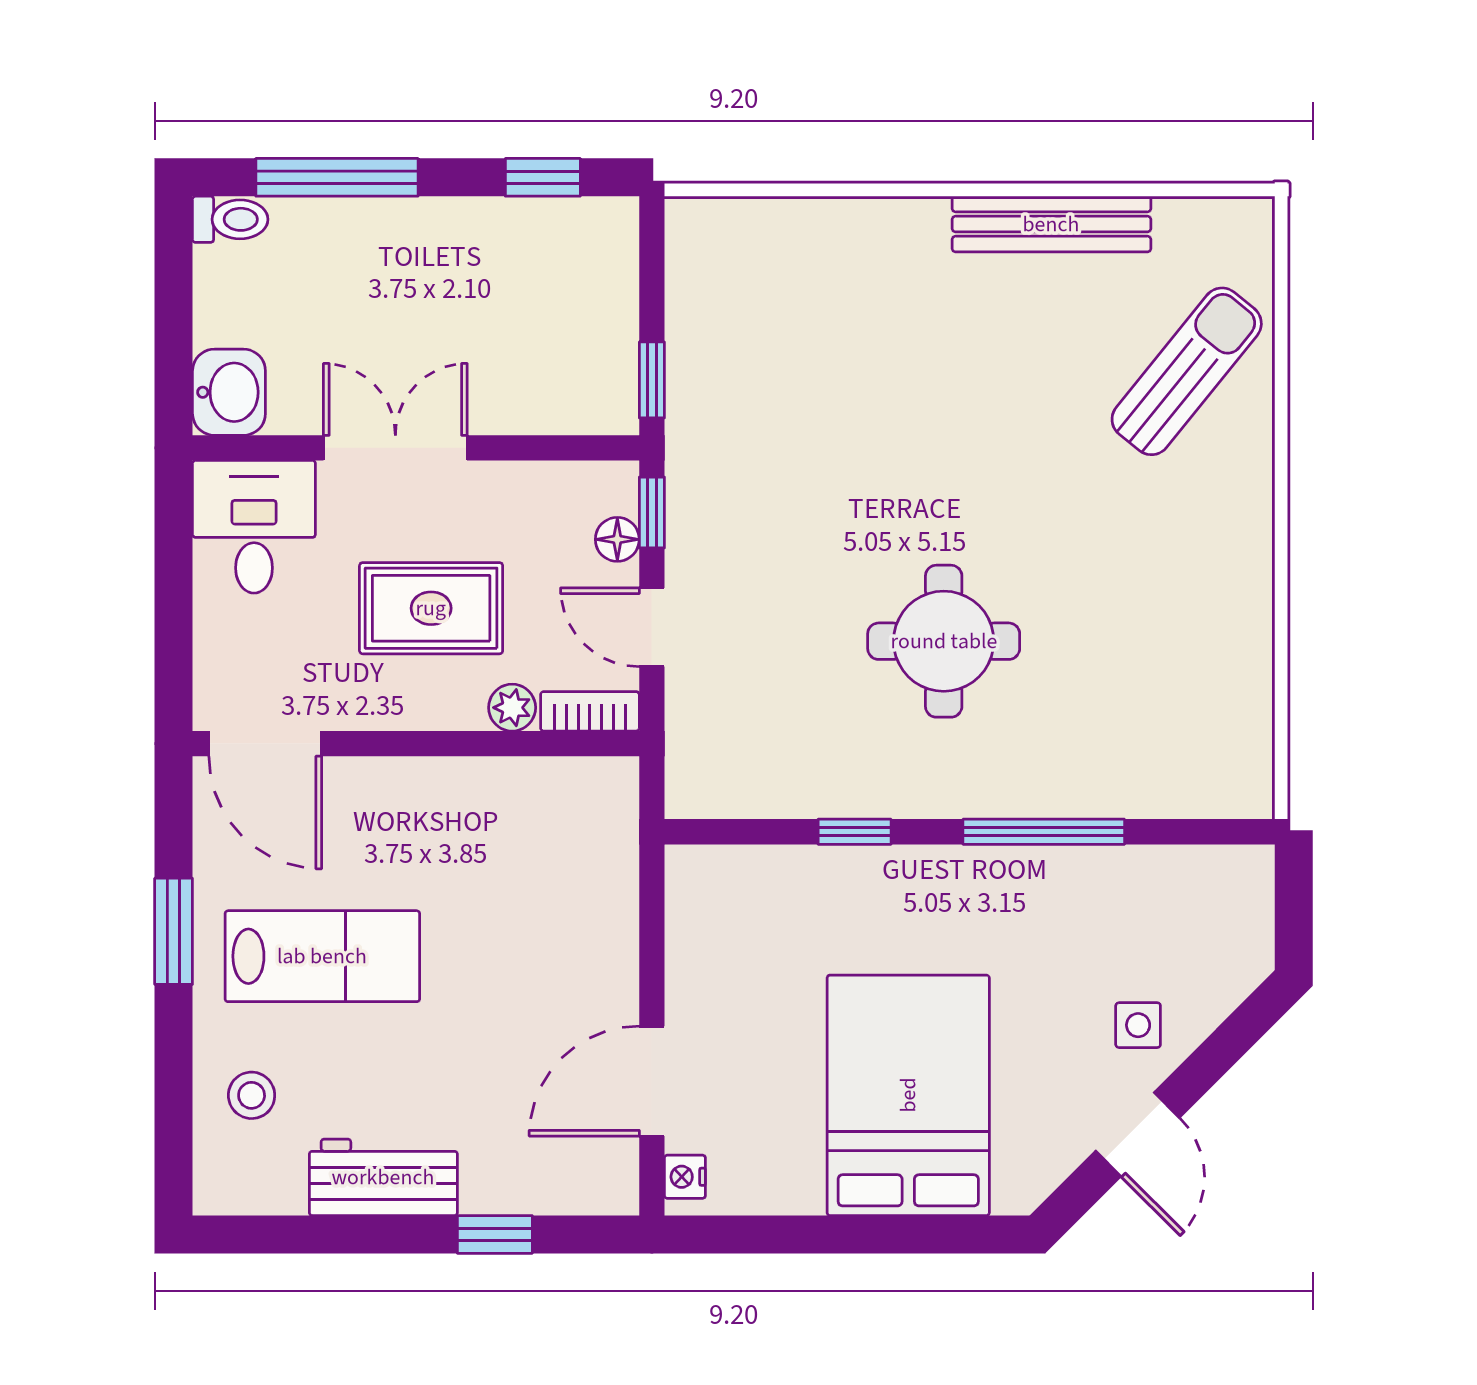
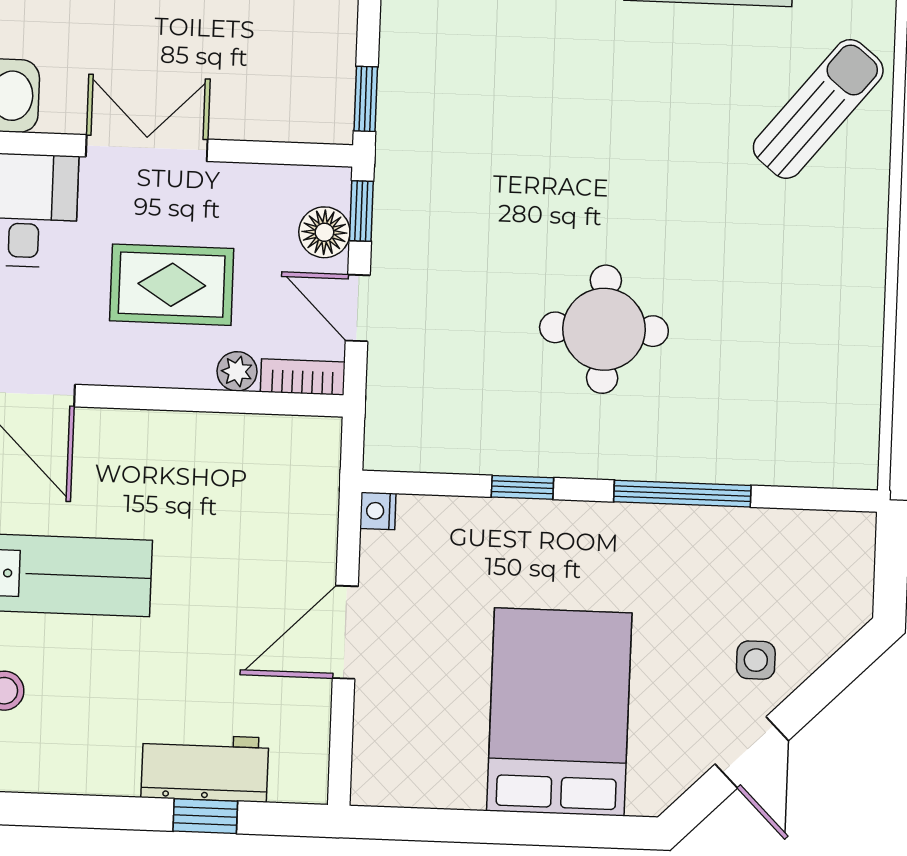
floor lamp: (617, 539) -> (324, 232), width x1.37, depth x1.37
door: (652, 1081) -> (345, 632), moved
workbench: (383, 1177) -> (205, 768), moved
nightstand: (685, 1177) -> (378, 511), moved

